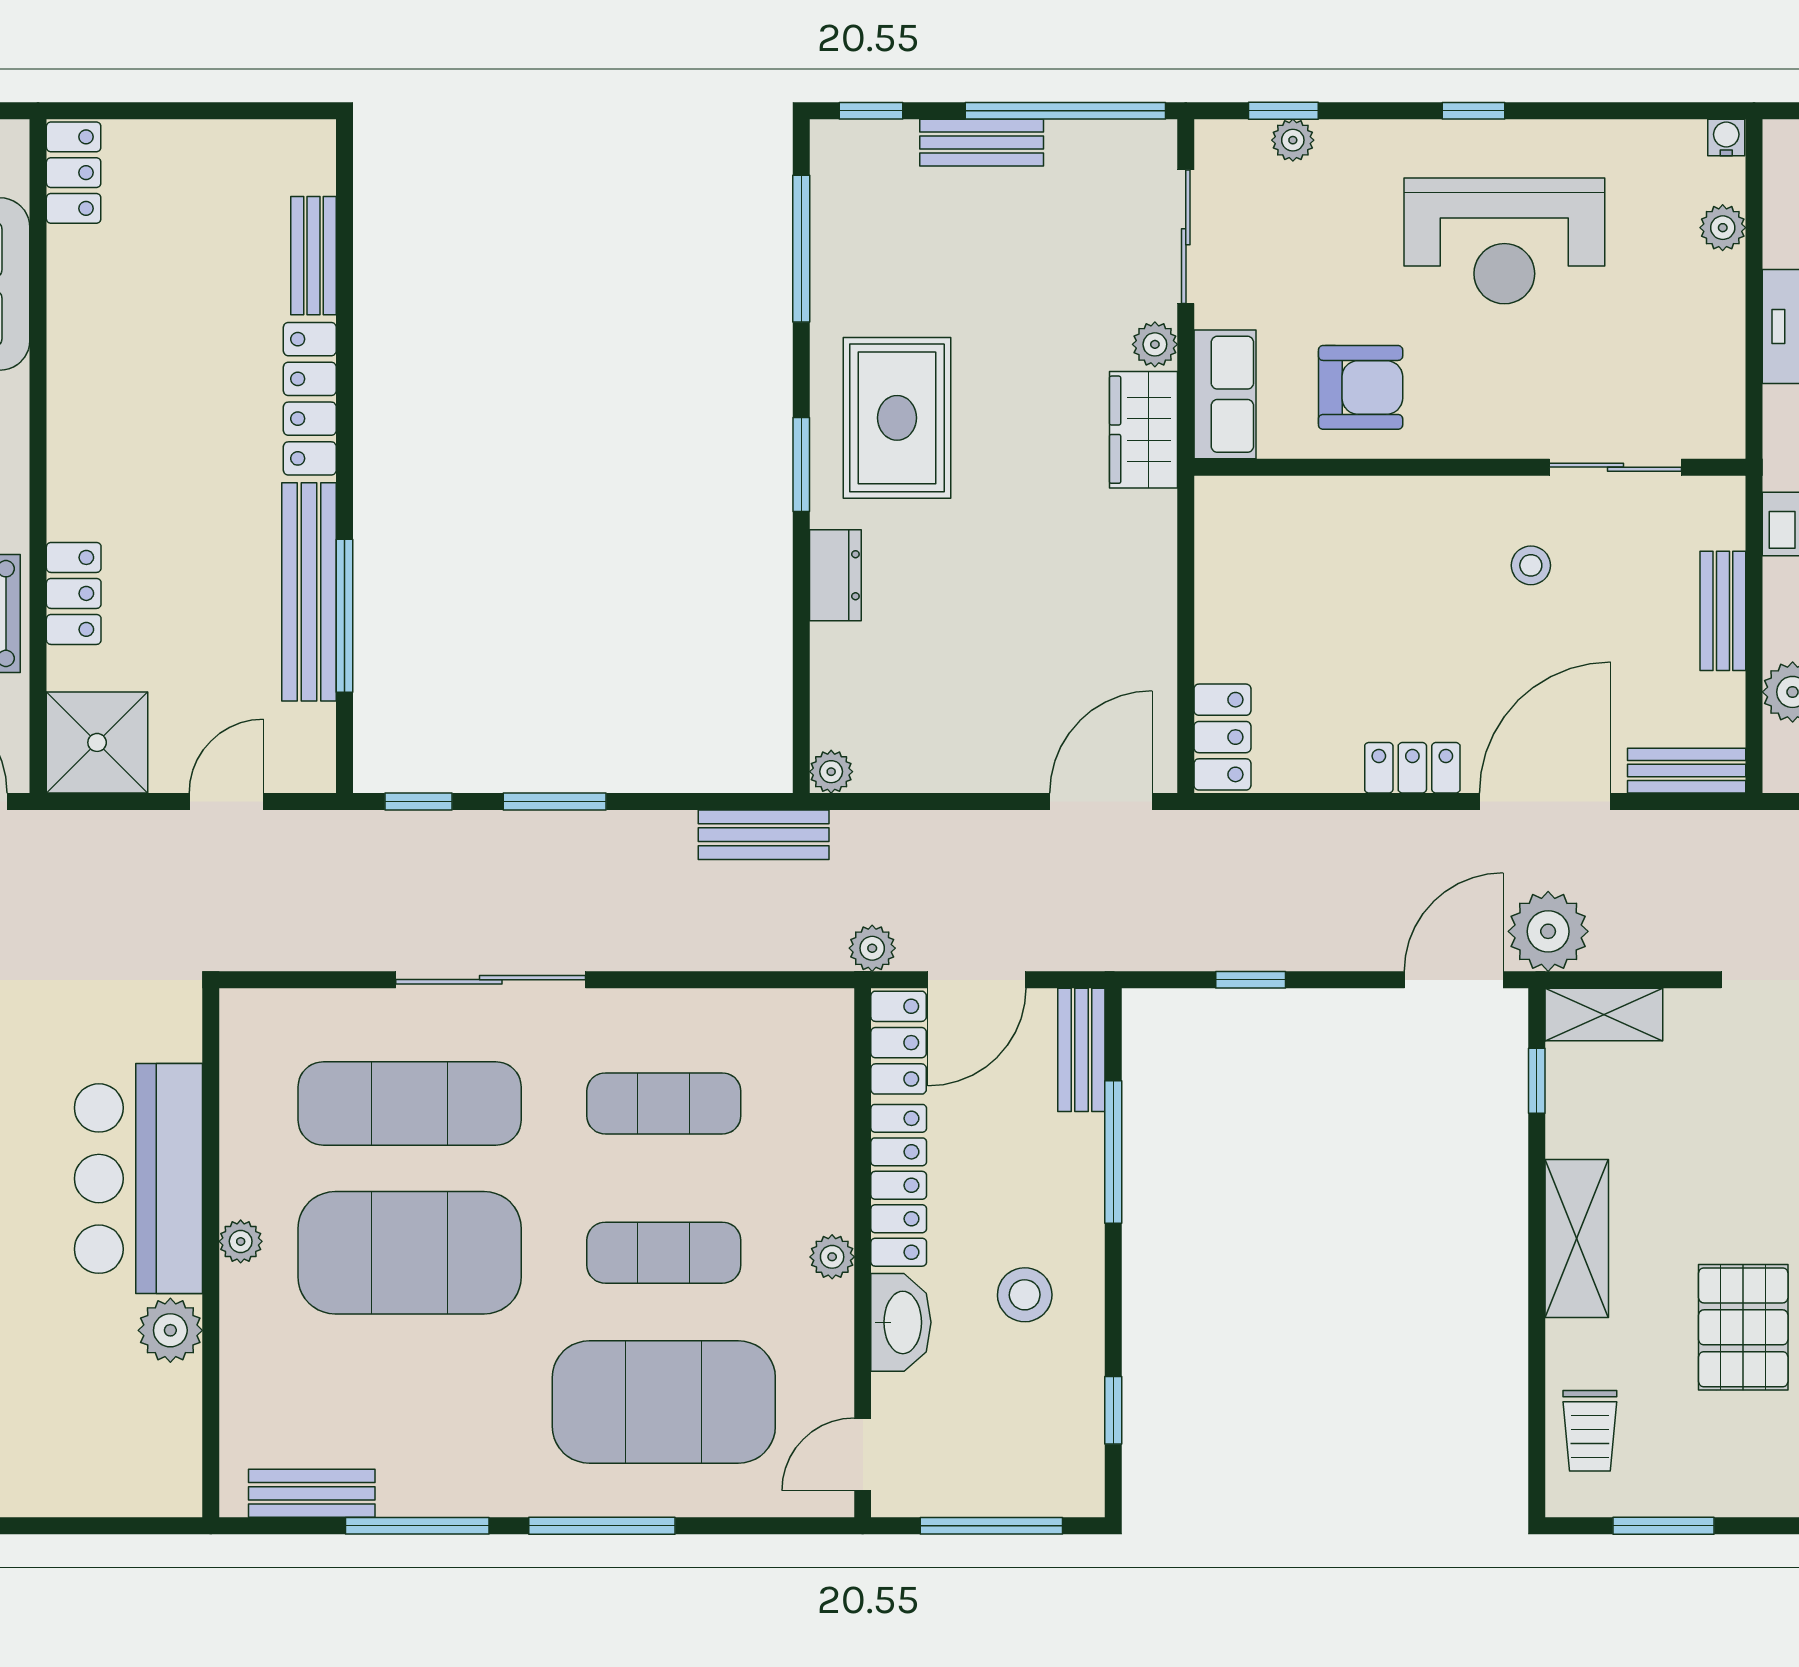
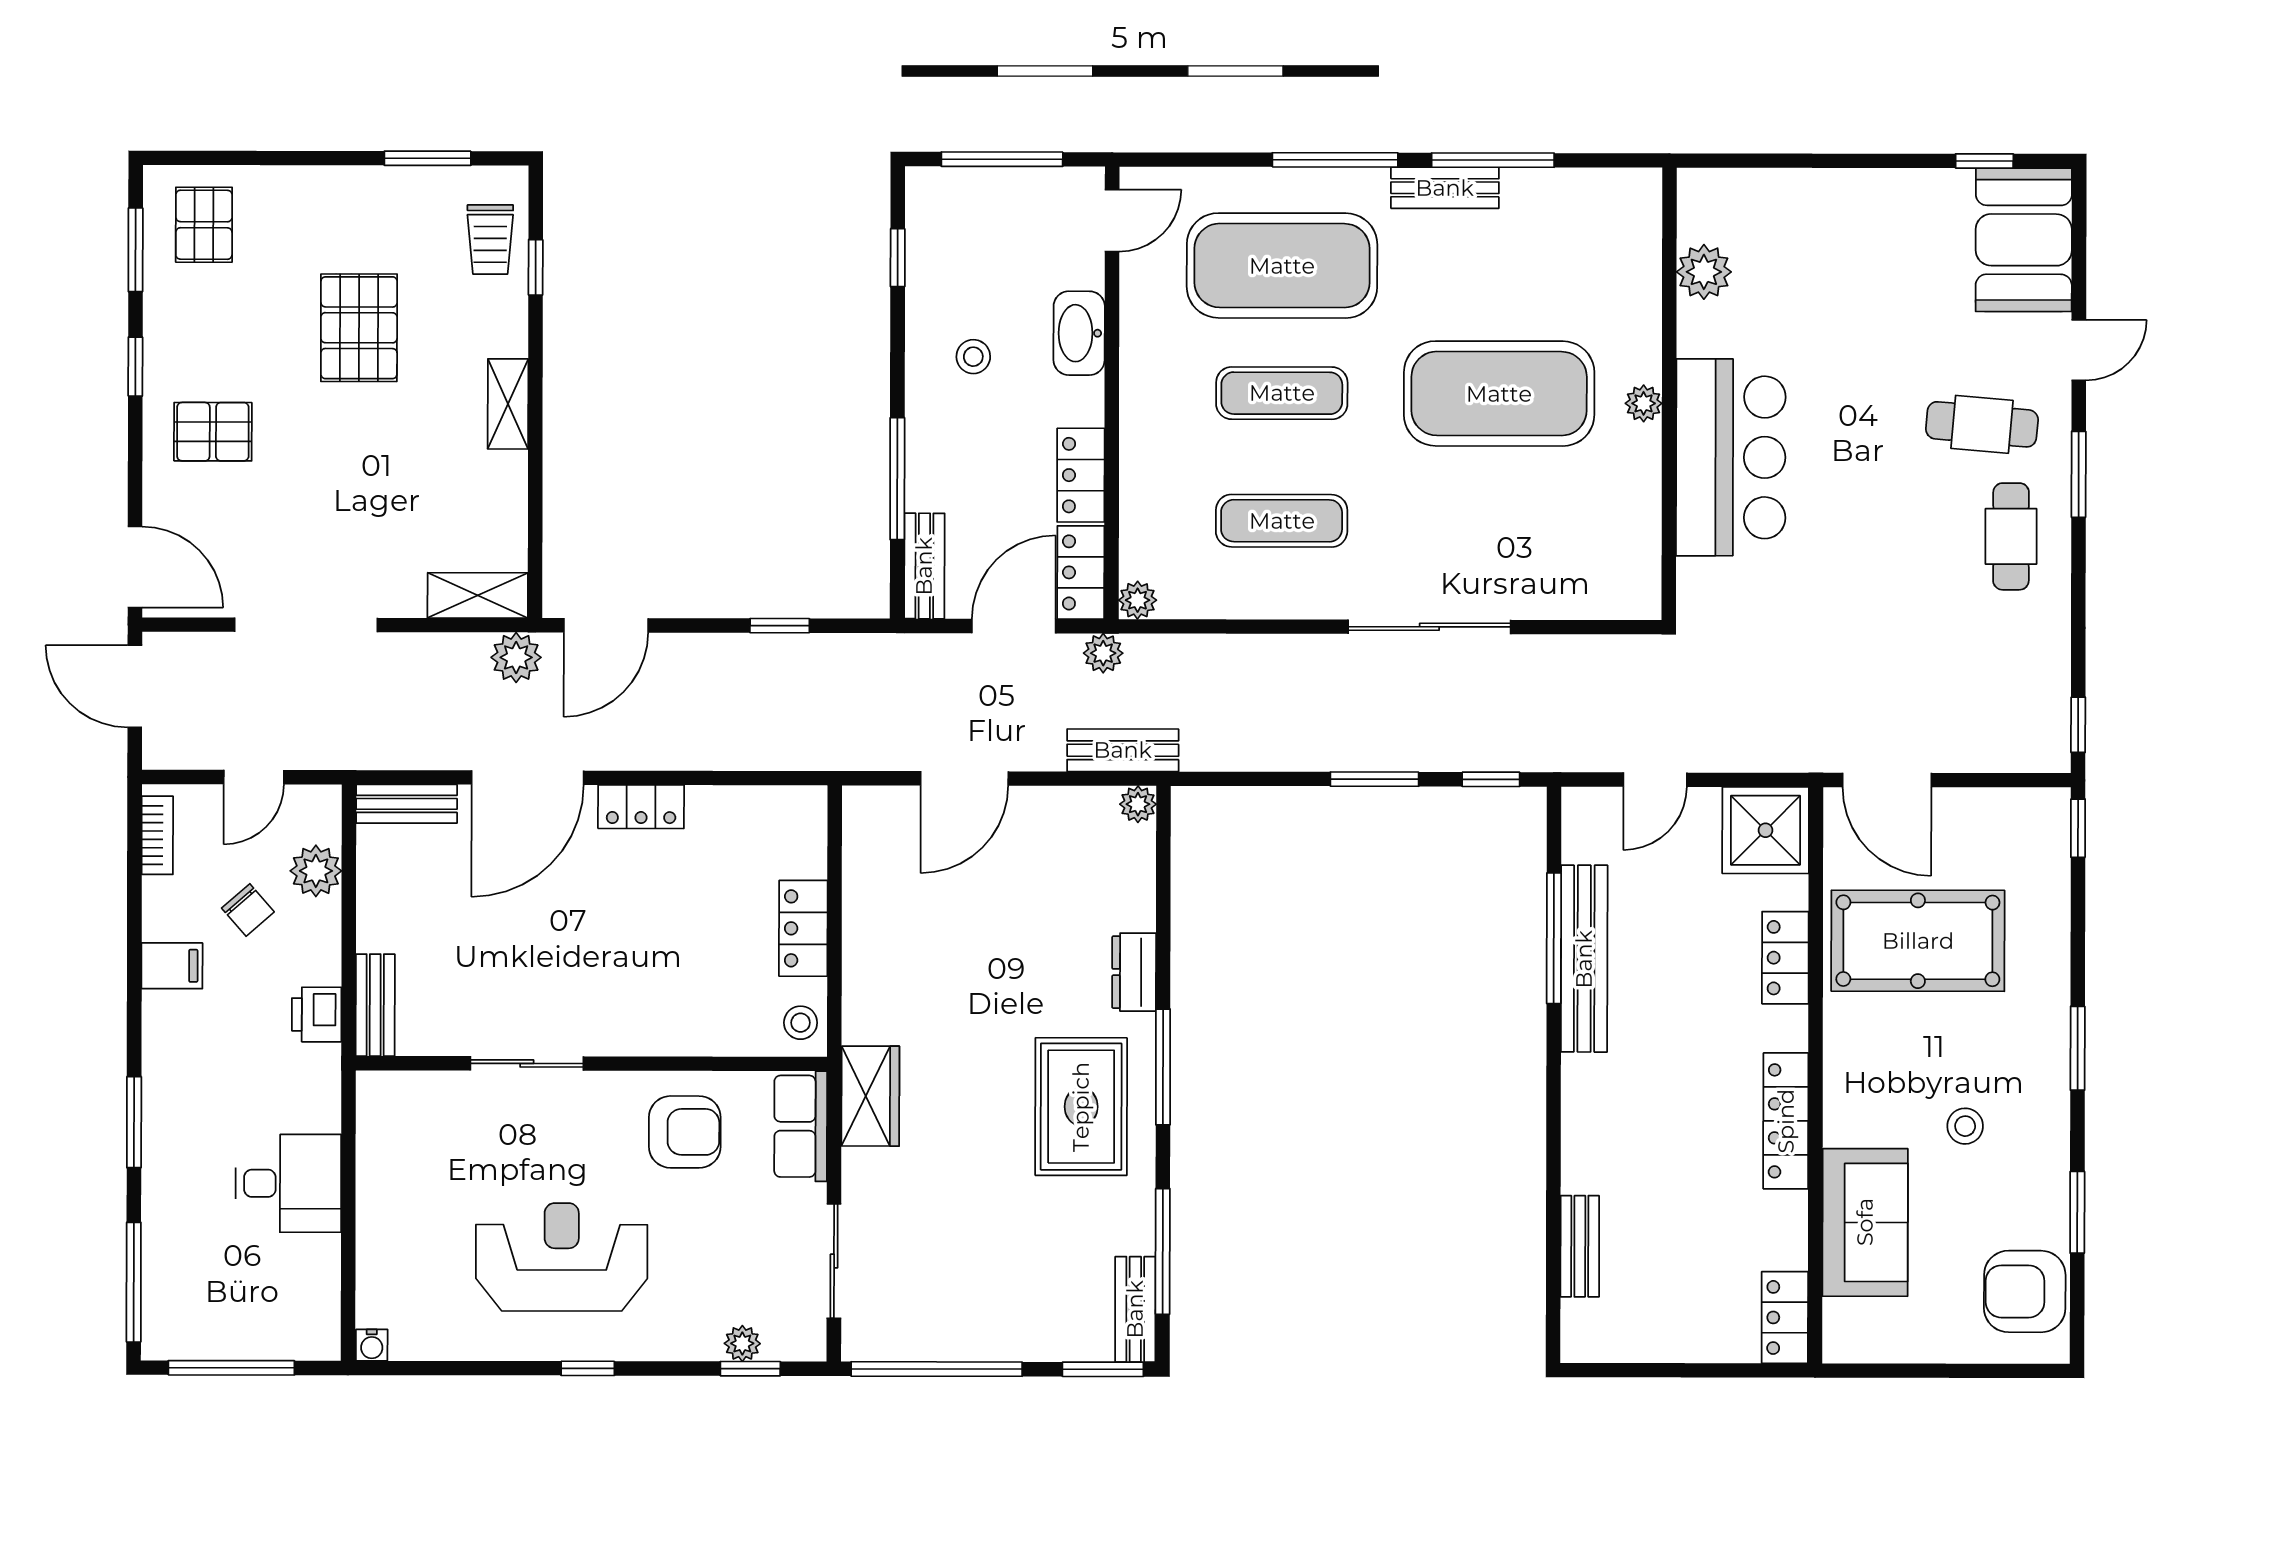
window: (871, 111) -> (1103, 1369), width x1.50
bench: (982, 143) -> (1135, 1309), moved, turned 90
plant: (1723, 228) -> (375, 1268), removed
plant: (1155, 344) -> (861, 1169), removed
armchair: (1361, 387) -> (685, 1132), turned 180
locker: (310, 399) -> (1786, 1121), moved, turned 180
window: (801, 464) -> (1163, 1067), width x1.44
sliding door: (1615, 467) -> (527, 1063), moved
stool: (1531, 565) -> (801, 1023), moved
bench: (1723, 611) -> (375, 1005), moved
locker: (1222, 737) -> (803, 928), moved
door: (1101, 801) -> (964, 778), moved
bench: (764, 835) -> (1123, 750), moved
plant: (1548, 931) -> (516, 657), width x0.73, depth x0.73
window: (1537, 1081) -> (536, 267), moved
exercise mat: (410, 1103) -> (1499, 521), removed
locker: (899, 1185) -> (1081, 475), width x0.66
shelving: (1577, 1239) -> (508, 404), width x0.67, depth x0.75
plant: (832, 1257) -> (1138, 600), moved
stool: (1025, 1295) -> (973, 357), width x0.73, depth x0.73
plant: (170, 1330) -> (1704, 272), moved
trolley: (1590, 1431) -> (490, 240), turned 180
bench: (312, 1493) -> (1445, 188), moved

